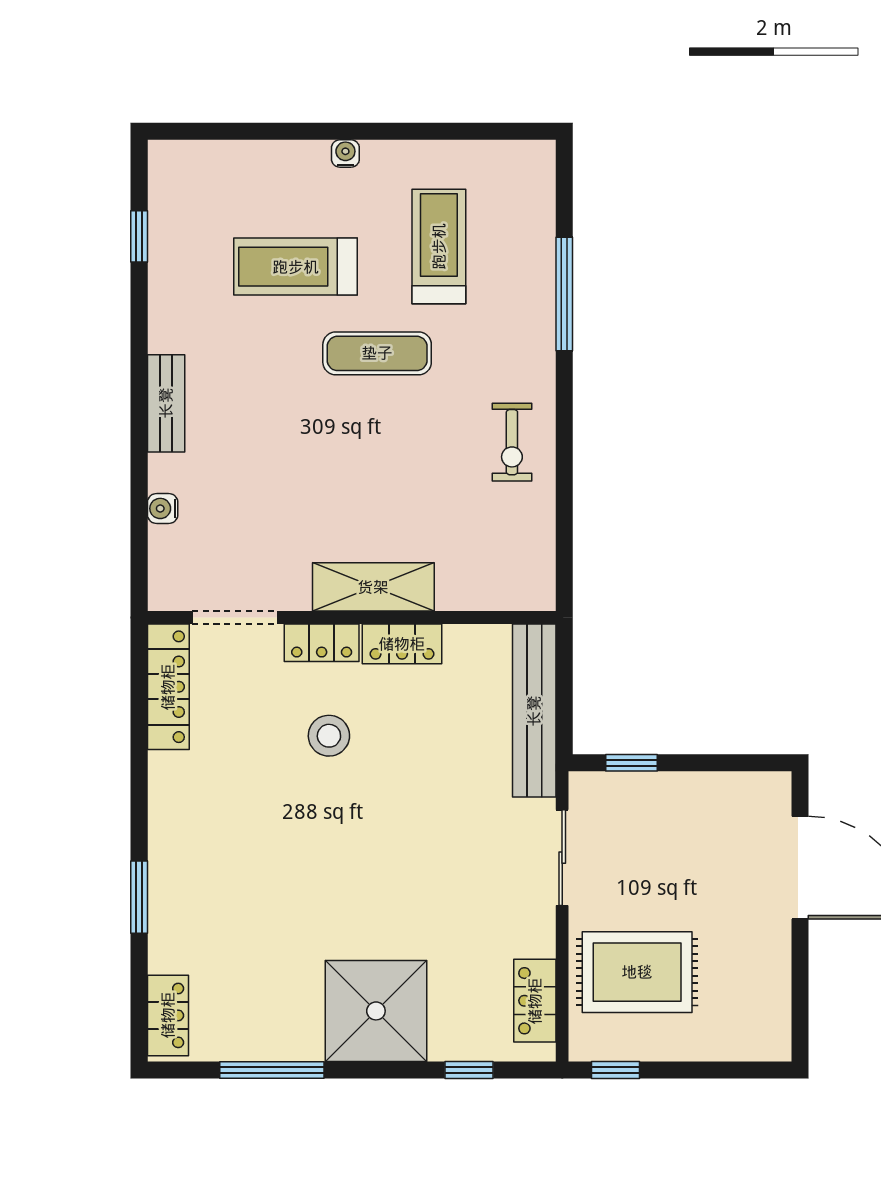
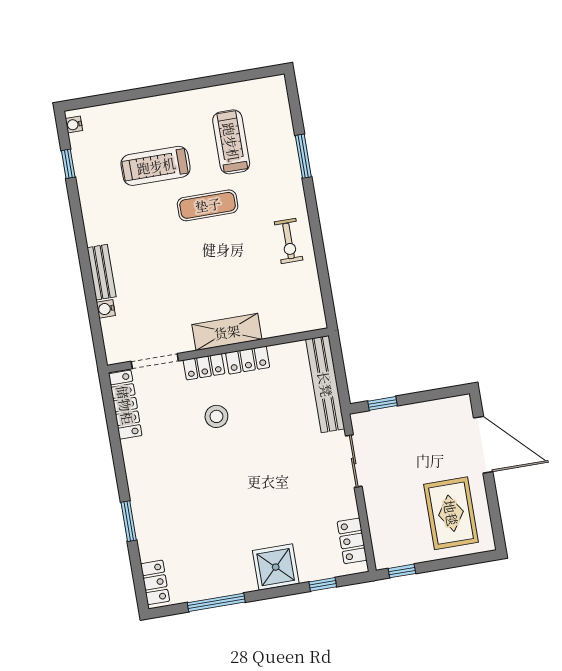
water cooler: (345, 153) -> (74, 125), moved, turned -90
window: (564, 294) -> (303, 156), width x0.69
bench: (166, 403) -> (102, 272), moved
rug: (637, 972) -> (451, 513), moved, turned 90
shower: (376, 1011) -> (276, 567), width x0.73, depth x0.73

